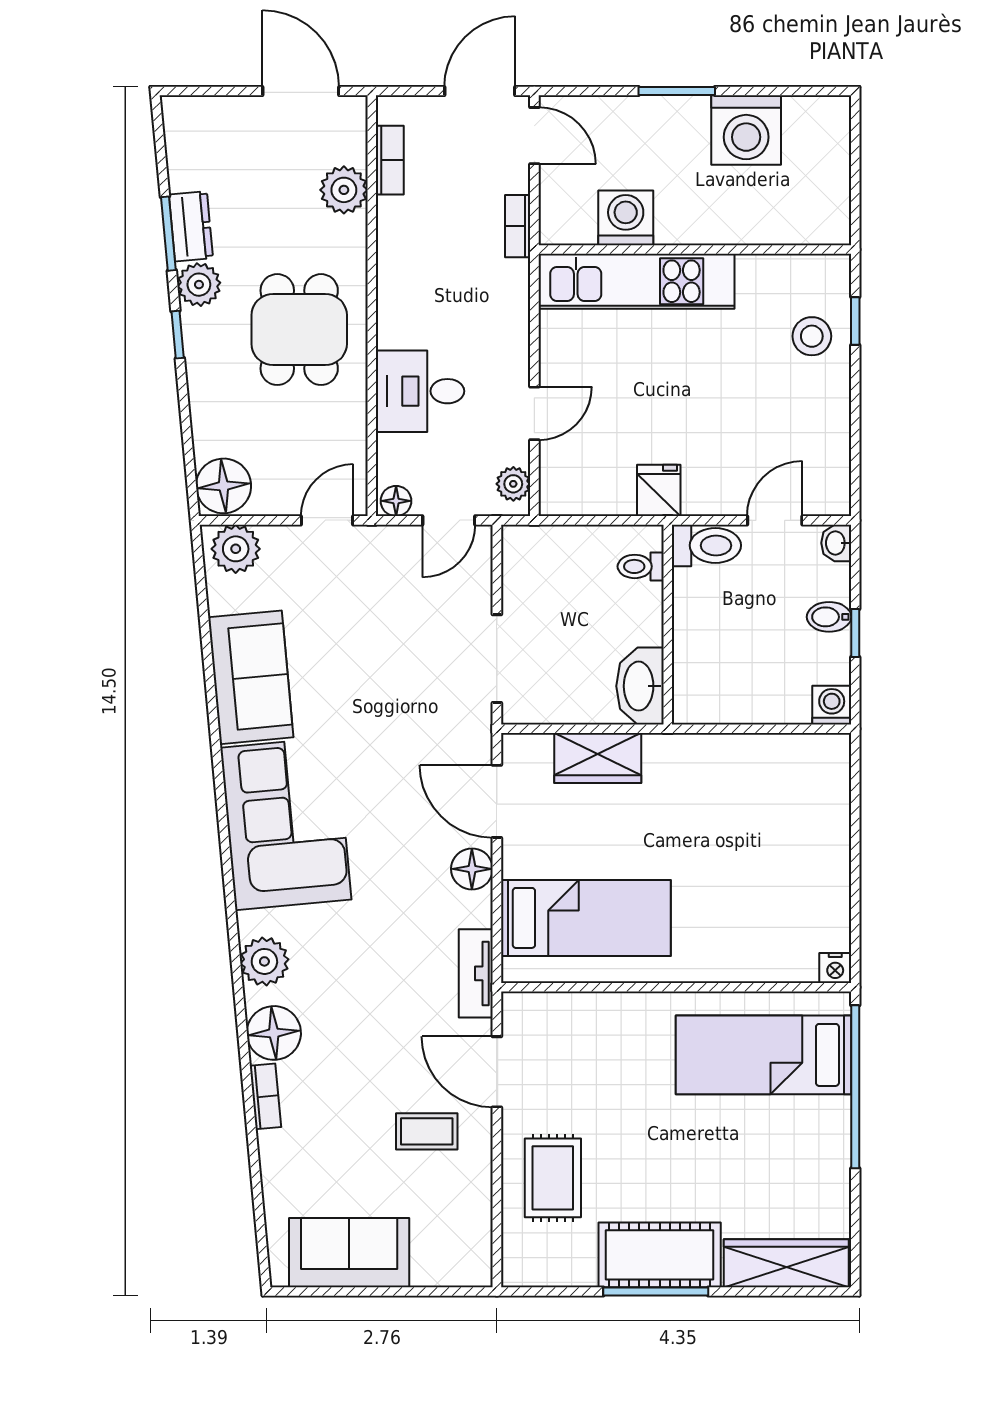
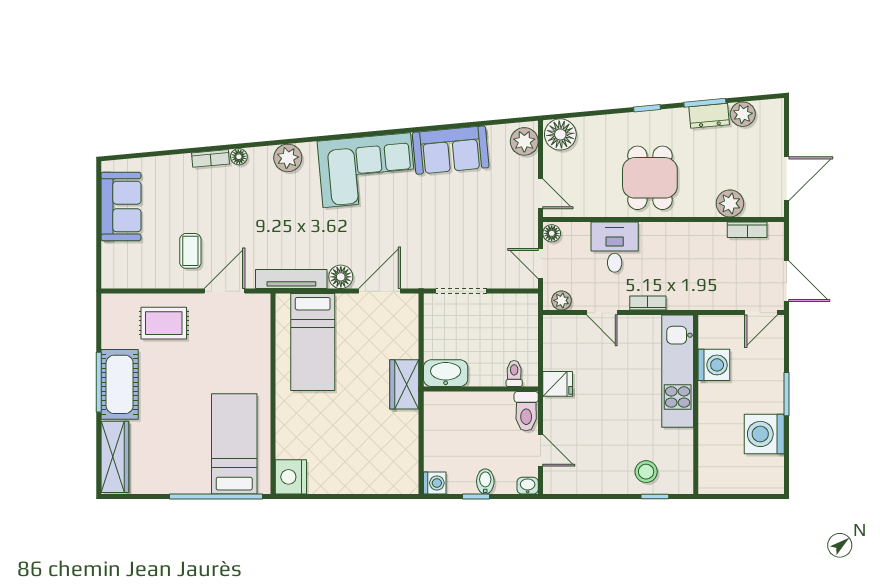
bookcase: (518, 226) -> (648, 303), moved
plant: (199, 285) -> (743, 114), moved
dining table: (299, 330) -> (650, 178), turned 90
wardrobe: (598, 758) -> (404, 384), moved
nightstand: (835, 968) -> (291, 477), width x1.89, depth x1.79
tv unit: (476, 973) -> (291, 279), width x1.41
floor lamp: (274, 1033) -> (239, 157), width x0.53, depth x0.53

